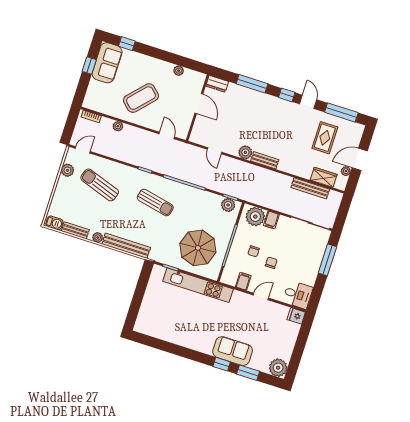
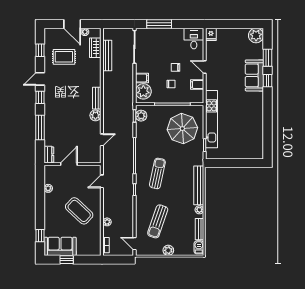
window: (341, 112) -> (40, 50), width x0.46
plant: (67, 170) -> (168, 250), moved

